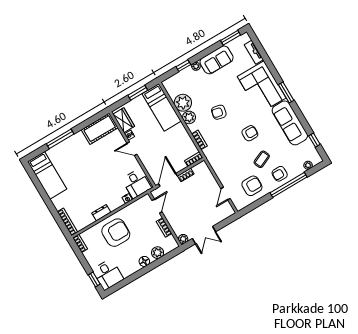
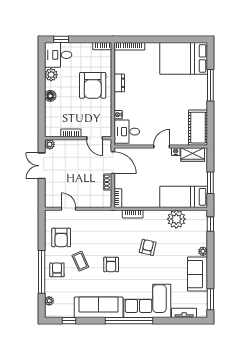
window: (183, 66) -> (210, 224), moved
window: (286, 92) -> (129, 321), width x2.11
plant: (189, 117) -> (159, 217), removed
bed: (47, 175) -> (184, 58), width x1.50
plant: (158, 253) -> (51, 75), moved

